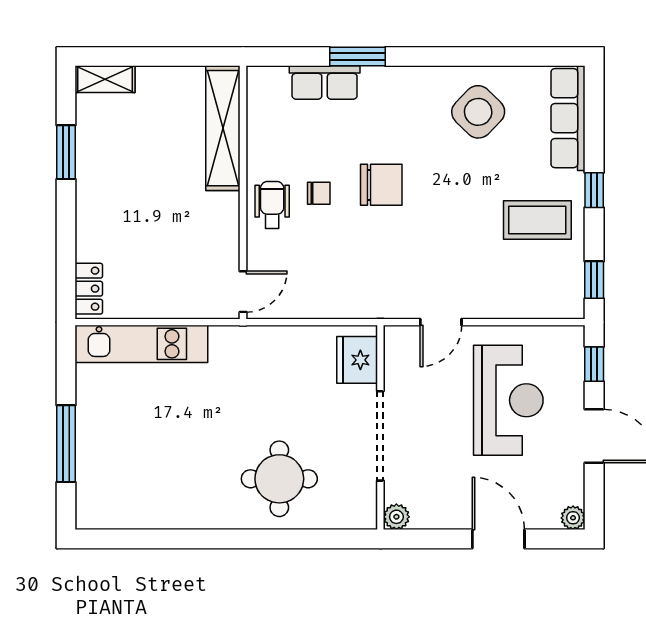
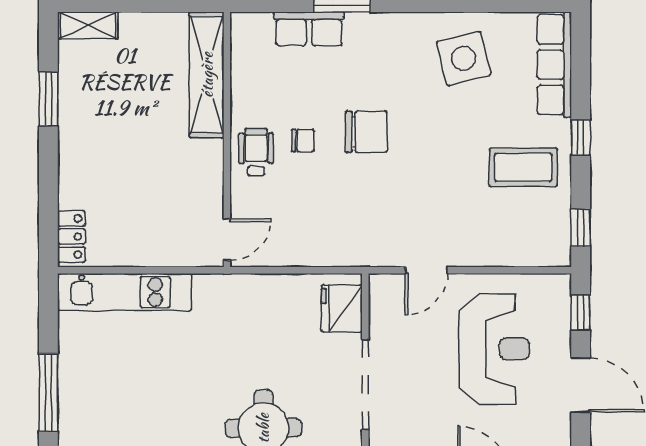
side table: (478, 112) -> (464, 58), turned 32

